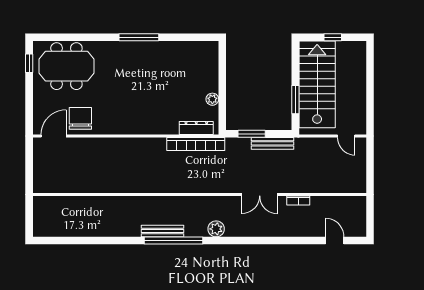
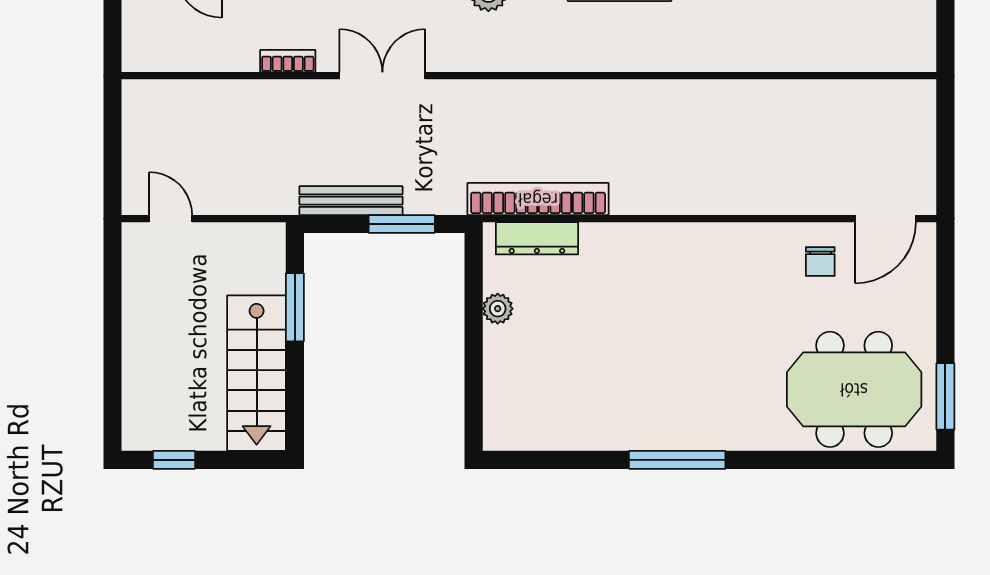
window: (333, 37) -> (174, 460), moved
window: (29, 63) -> (945, 396), width x1.50
stairs: (317, 84) -> (257, 373), width x0.73, depth x0.66
chair: (80, 118) -> (820, 262), width x0.54, depth x0.54

